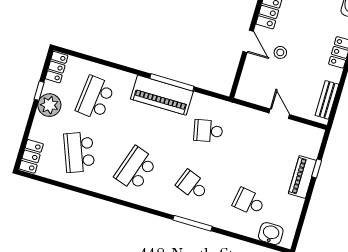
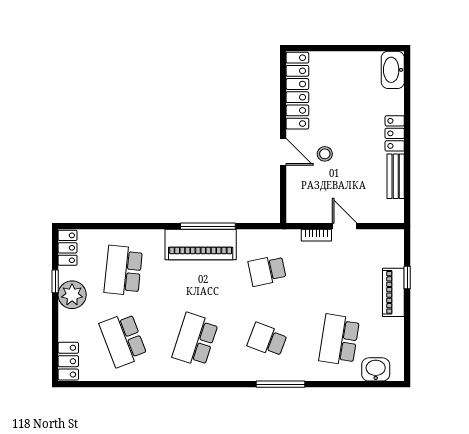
bench: (327, 100) -> (396, 176), moved
bookcase: (255, 114) -> (316, 235), added
school desk: (249, 202) -> (339, 340), width x1.85

